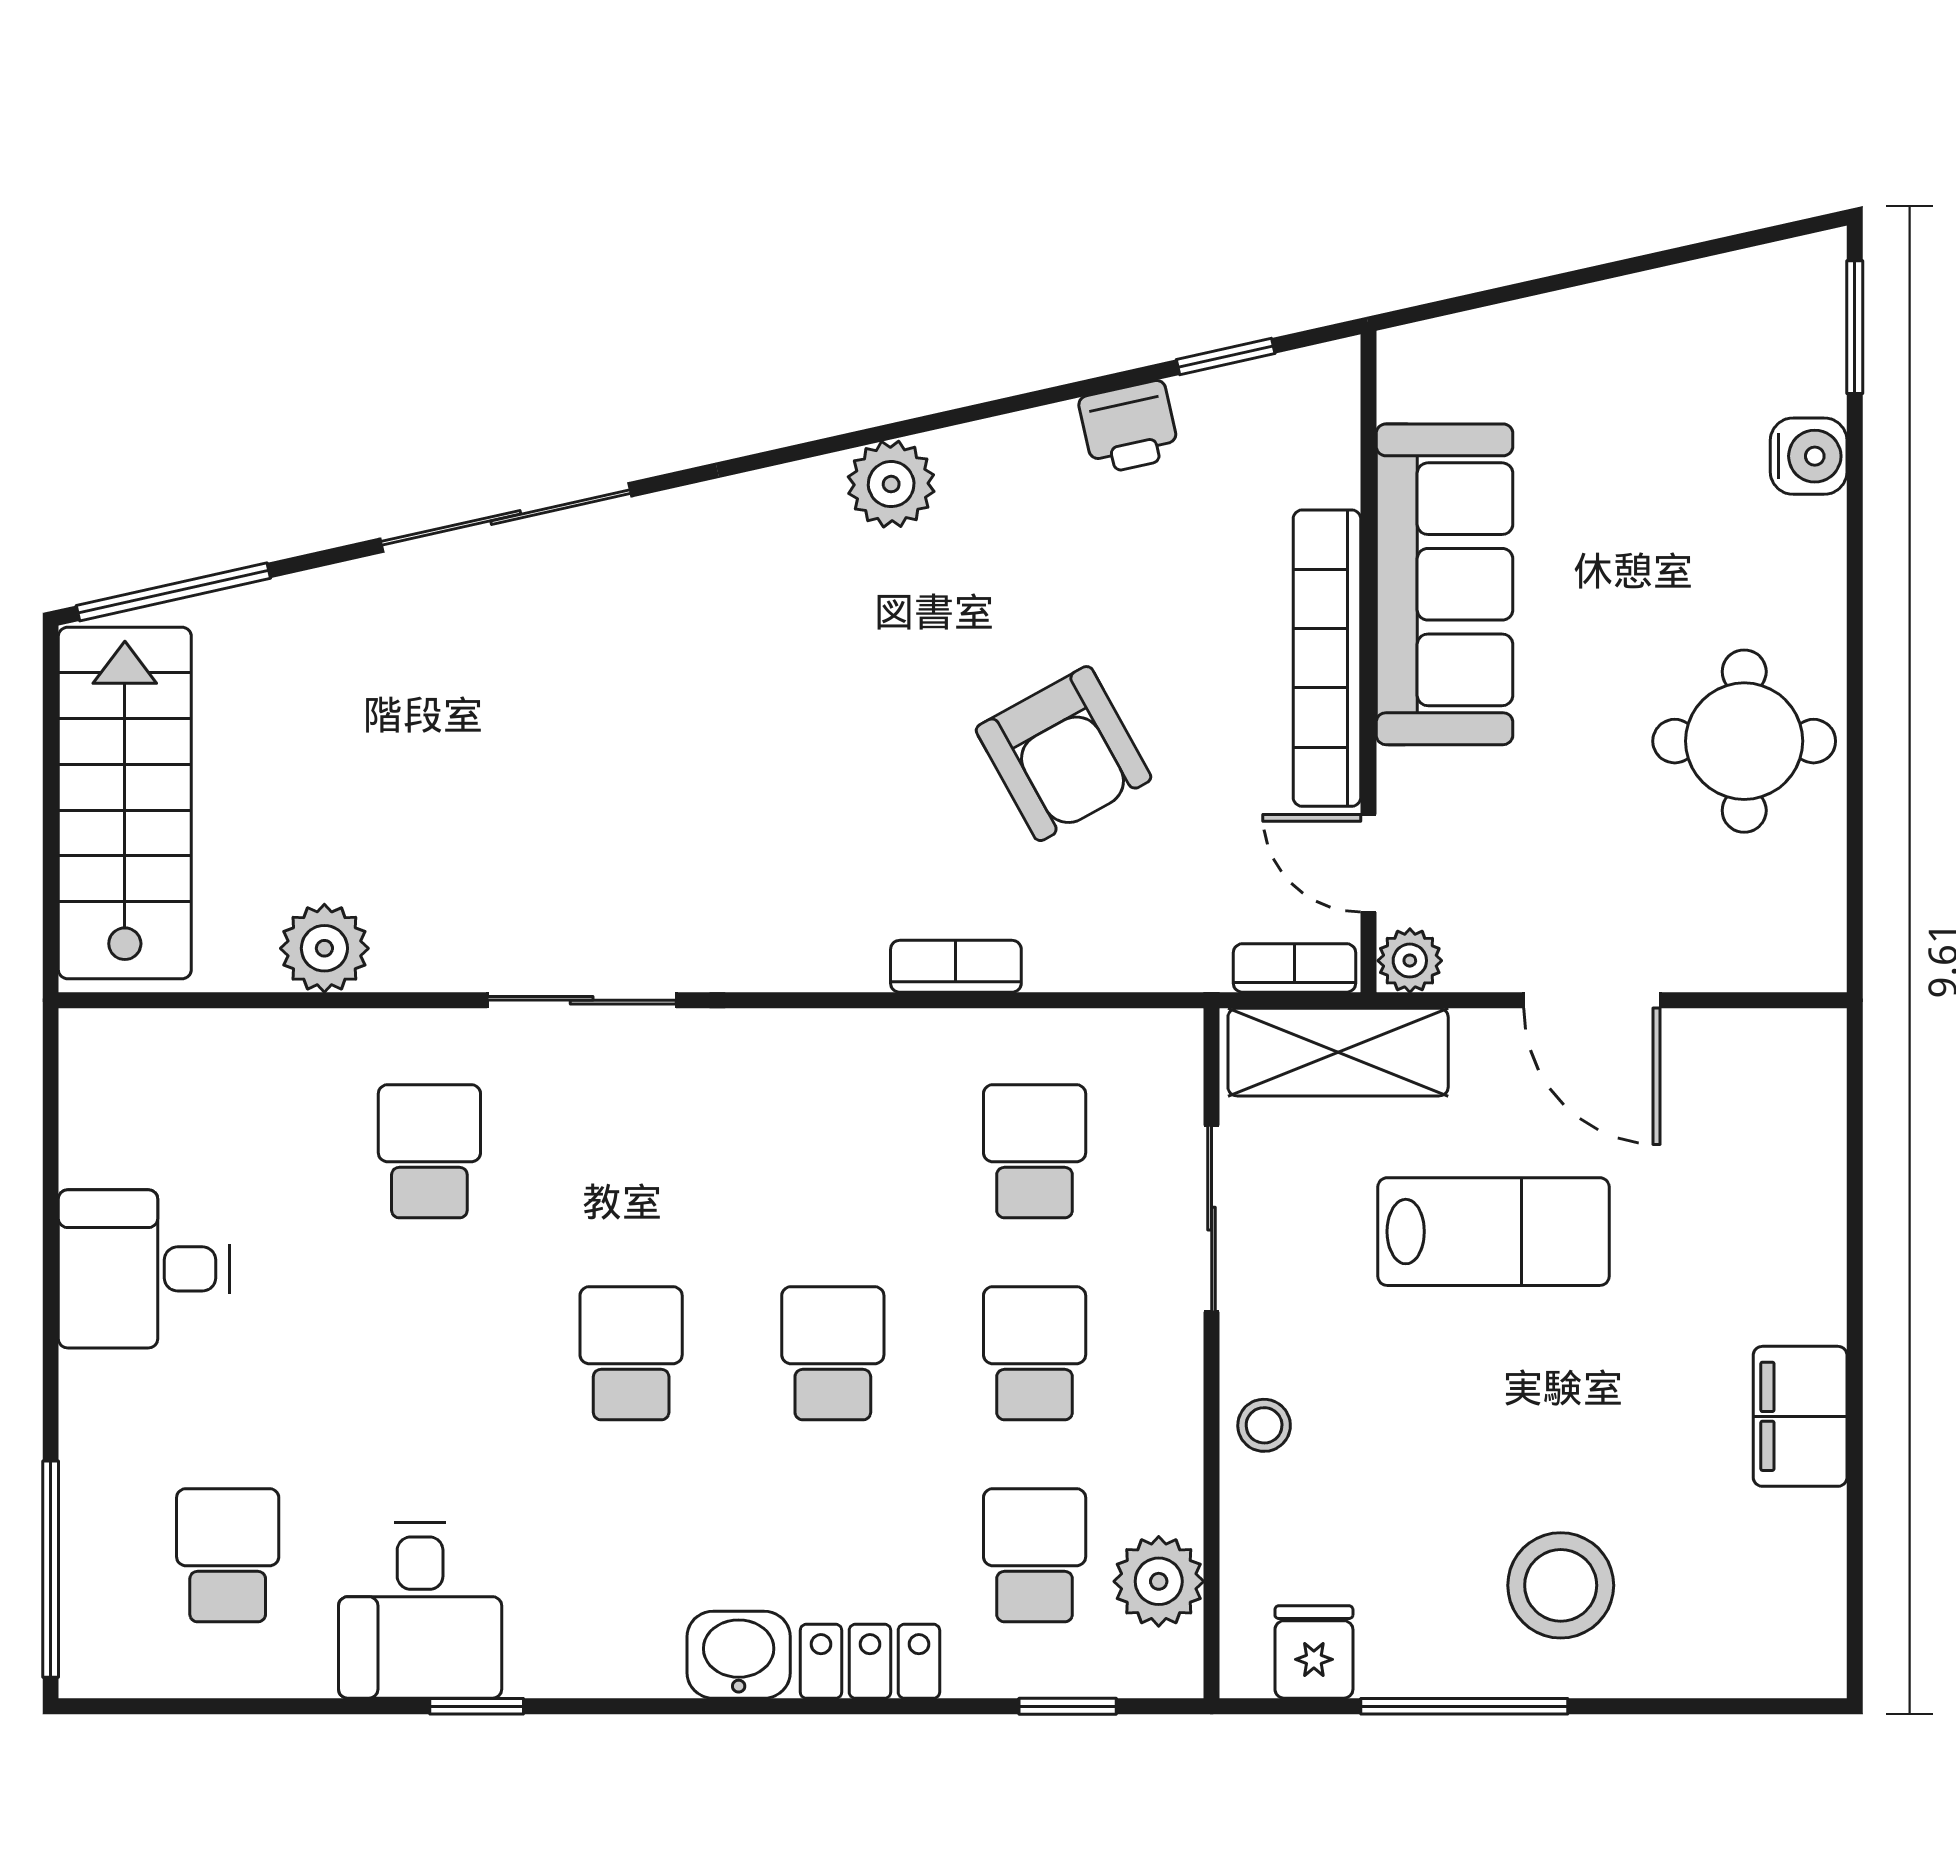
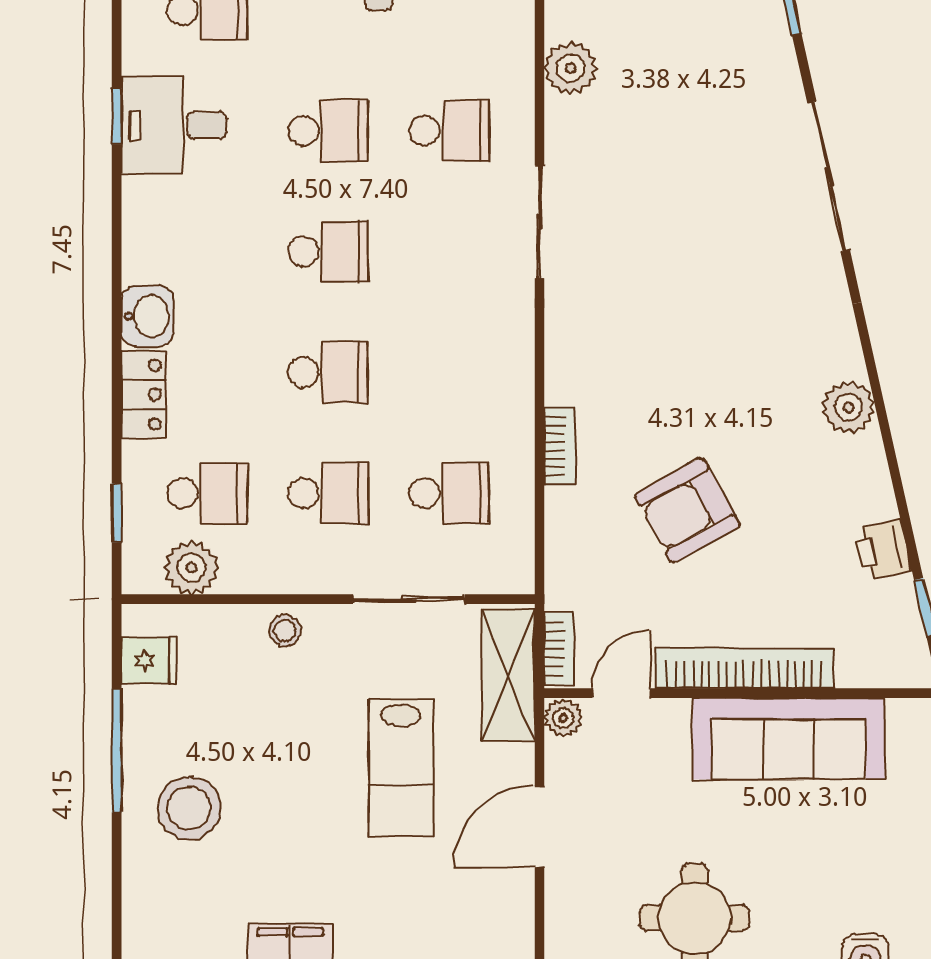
school desk: (429, 1353) -> (328, 131), added
window: (477, 1706) -> (117, 116), moved

